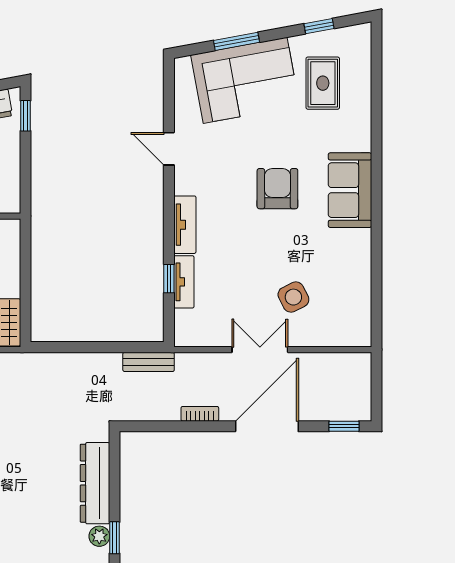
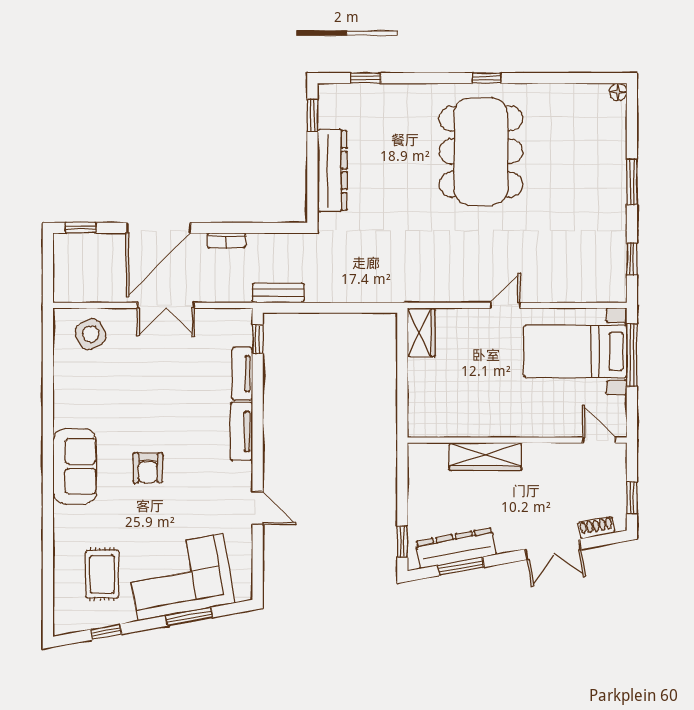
armchair: (277, 189) -> (148, 468), width x0.72, depth x0.72
window: (169, 279) -> (258, 339), moved
side table: (293, 297) -> (91, 334), moved
plant: (99, 536) -> (328, 117), removed

